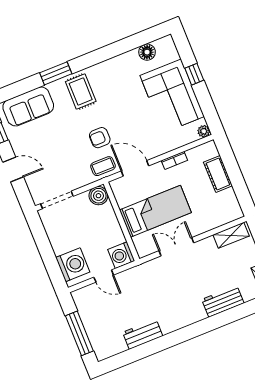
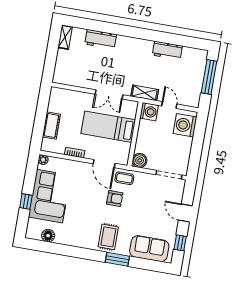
shelving: (231, 235) -> (145, 93), moved

